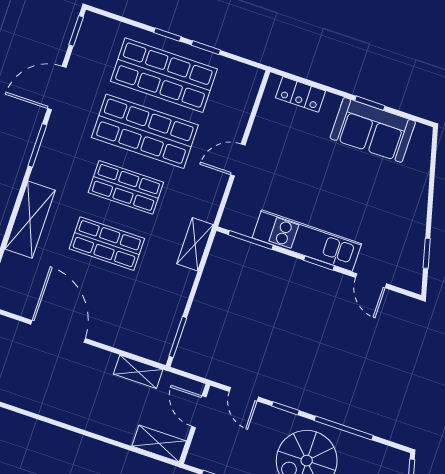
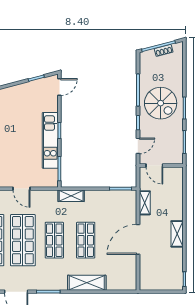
door: (371, 281) -> (59, 87), moved
door: (58, 331) -> (138, 239), moved
door: (199, 412) -> (154, 165), hinge flipped
shelving: (159, 444) -> (177, 234), moved

